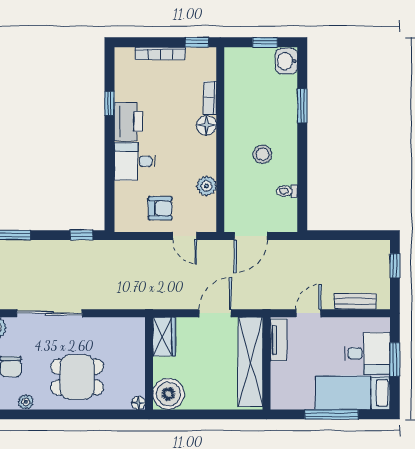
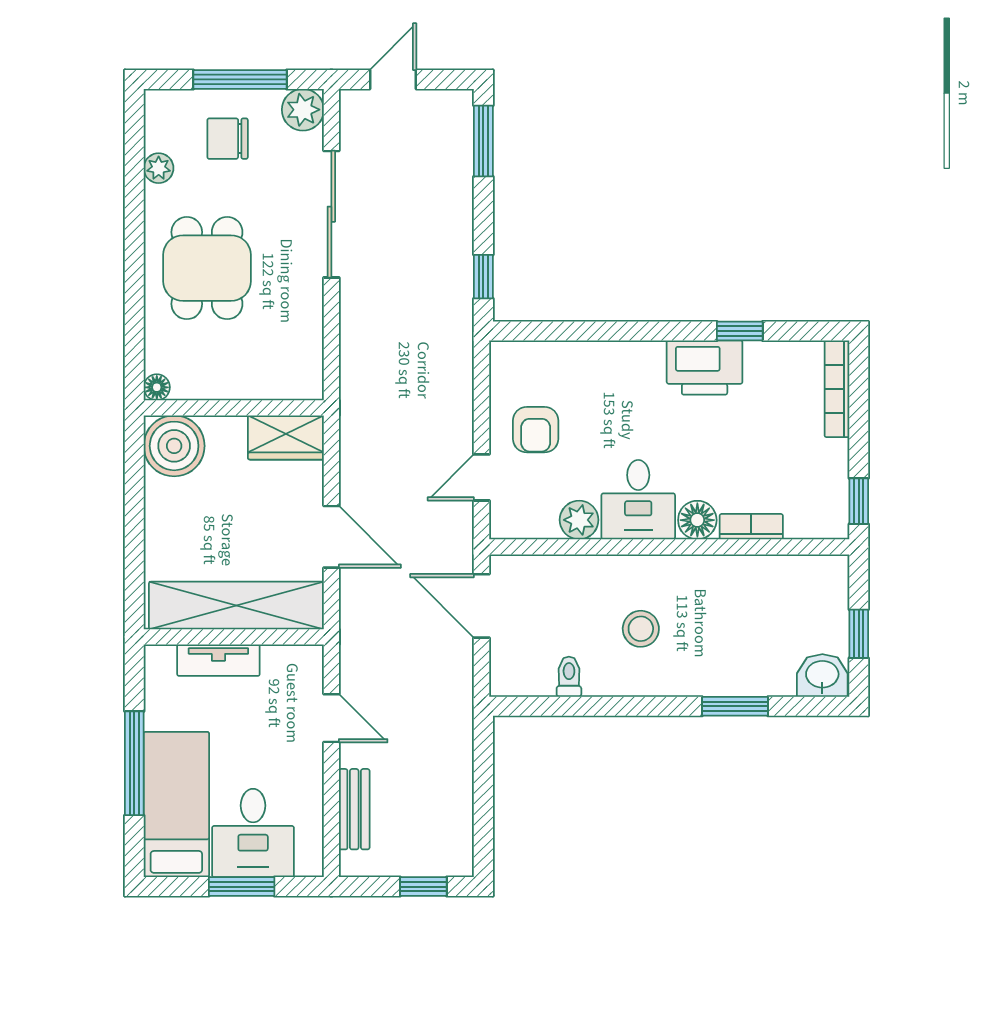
bookcase: (160, 53) -> (837, 389), moved
desk: (135, 161) -> (638, 500), moved, turned 180
tv unit: (279, 340) -> (218, 660), moved

